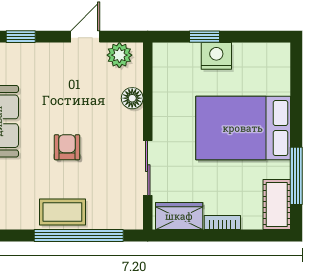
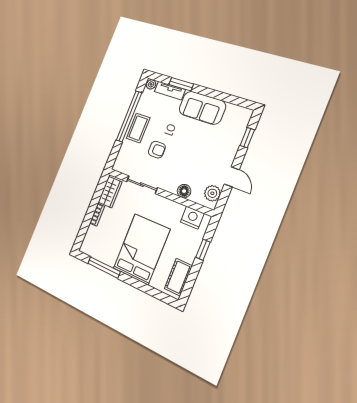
nightstand: (216, 56) -> (192, 218), moved, turned -90
armchair: (67, 147) -> (157, 150), moved
cot: (277, 205) -> (178, 277), moved, turned 90
window: (79, 236) -> (129, 116), moved

